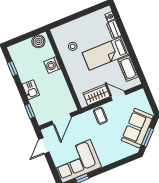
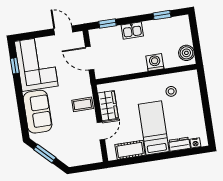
sofa: (137, 128) -> (38, 112), moved, turned 45

